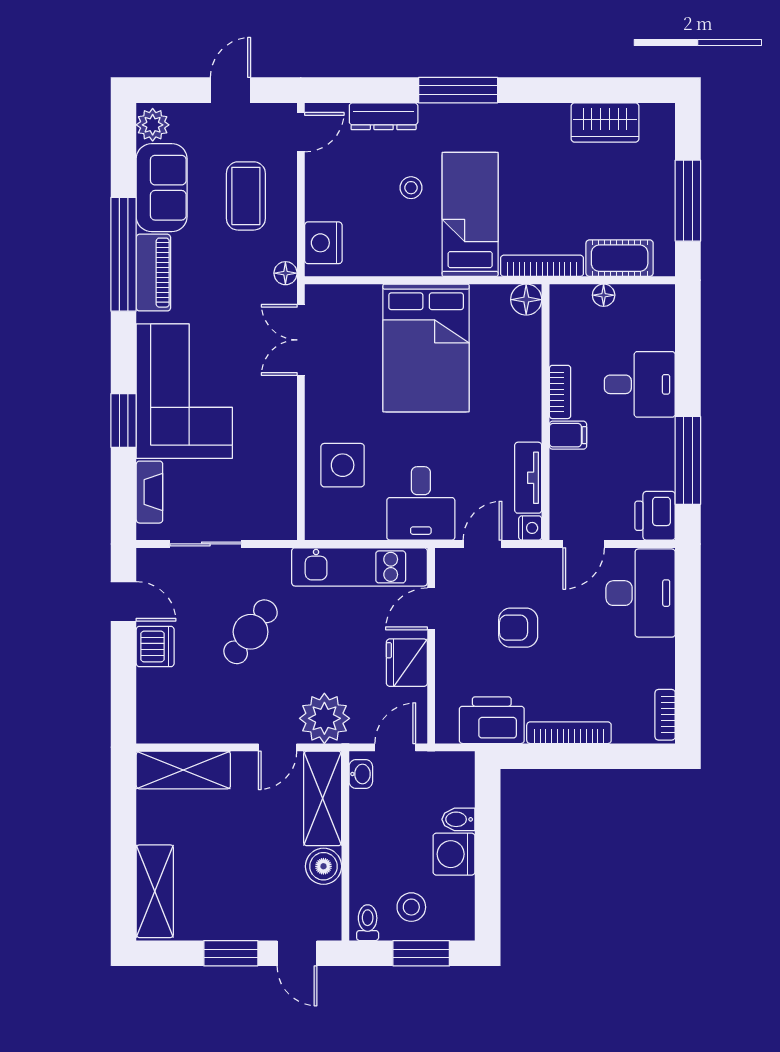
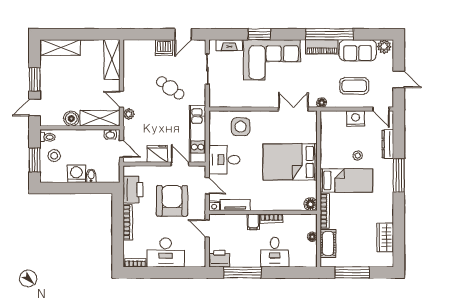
nightstand: (323, 243) -> (356, 119), moved
desk: (641, 593) -> (166, 252), moved
armchair: (518, 628) -> (172, 201), width x1.88, depth x1.88
plant: (324, 718) -> (129, 114), width x0.53, depth x0.53

